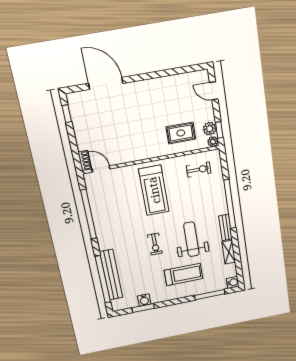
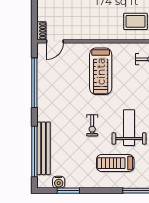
door: (101, 169) -> (55, 41), swing flipped
treadmill: (183, 274) -> (115, 163), turned 180
water cooler: (144, 300) -> (59, 182), moved

